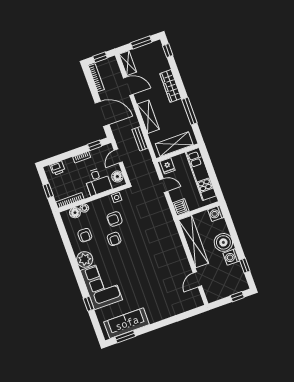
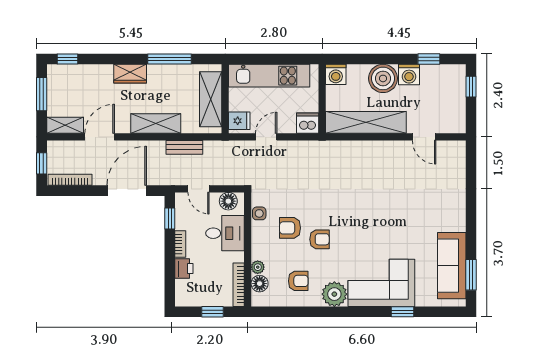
wardrobe: (171, 86) -> (130, 74), width x0.67
printer: (57, 168) -> (184, 269), moved
armchair: (115, 219) -> (290, 228), turned 90

